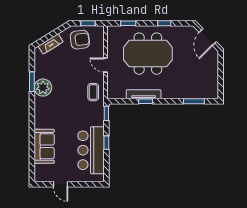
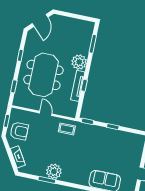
door: (208, 37) -> (40, 20), hinge flipped
armchair: (80, 40) -> (19, 131), turned 97
door: (106, 65) -> (46, 113), swing flipped
plant: (170, 90) -> (79, 62), added
bar counter: (91, 150) -> (117, 141), removed

